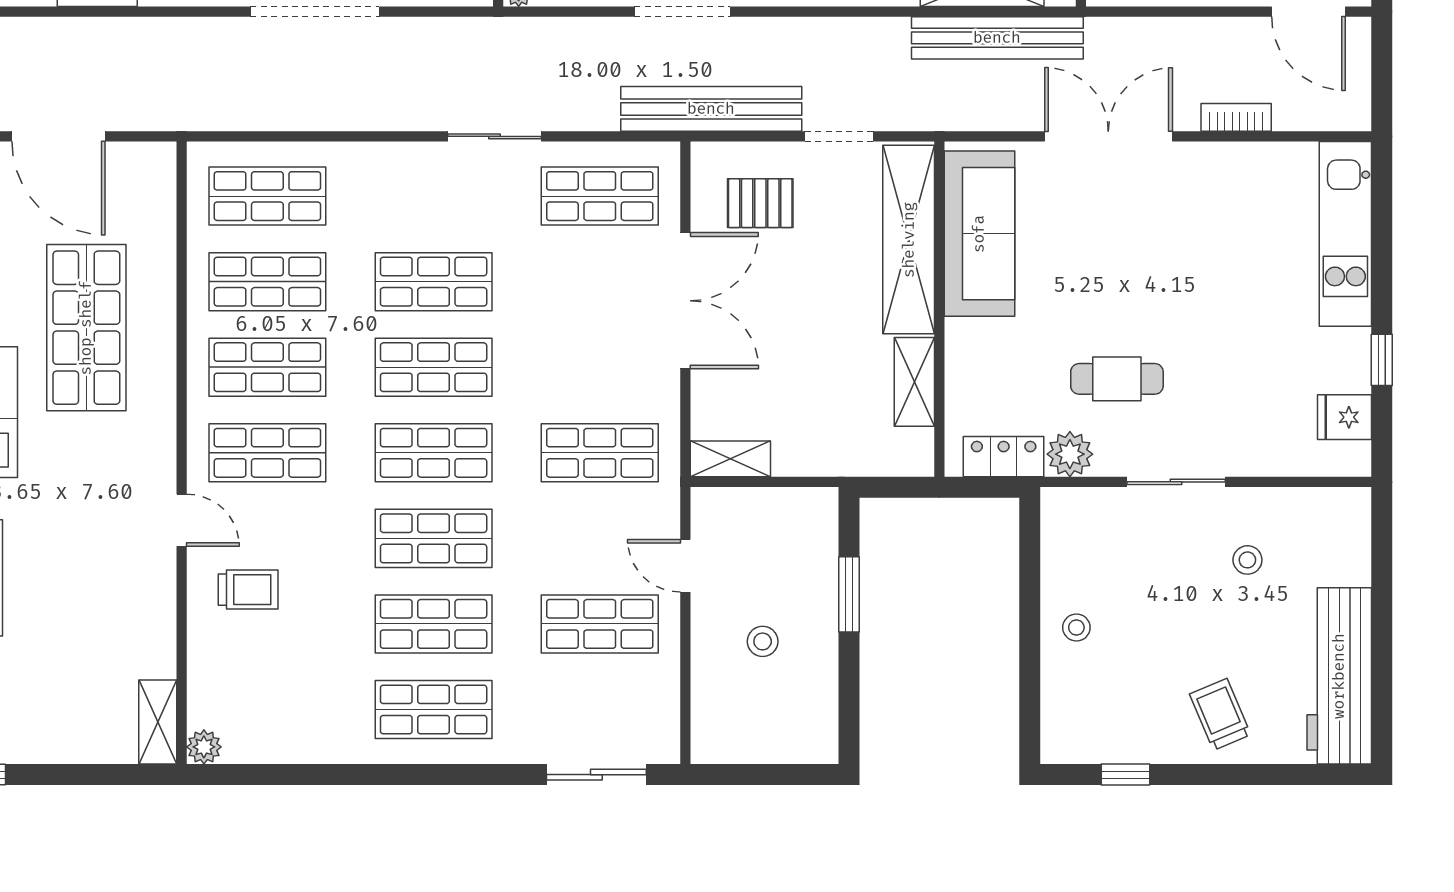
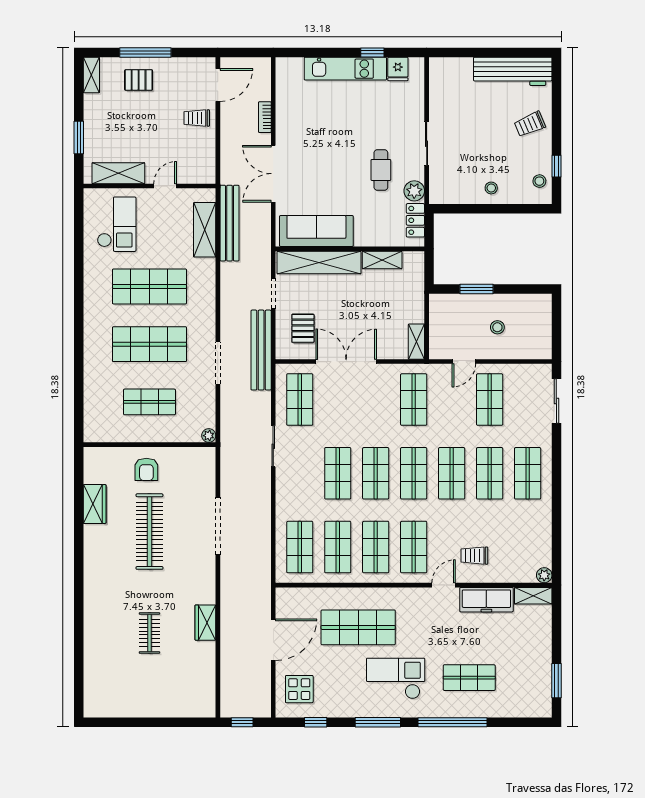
kitchen unit: (1345, 234) -> (345, 69), moved
stool: (1247, 560) -> (539, 181), moved
trolley: (248, 590) -> (474, 556), turned -90
freezer: (149, 617) -> (486, 600), added

